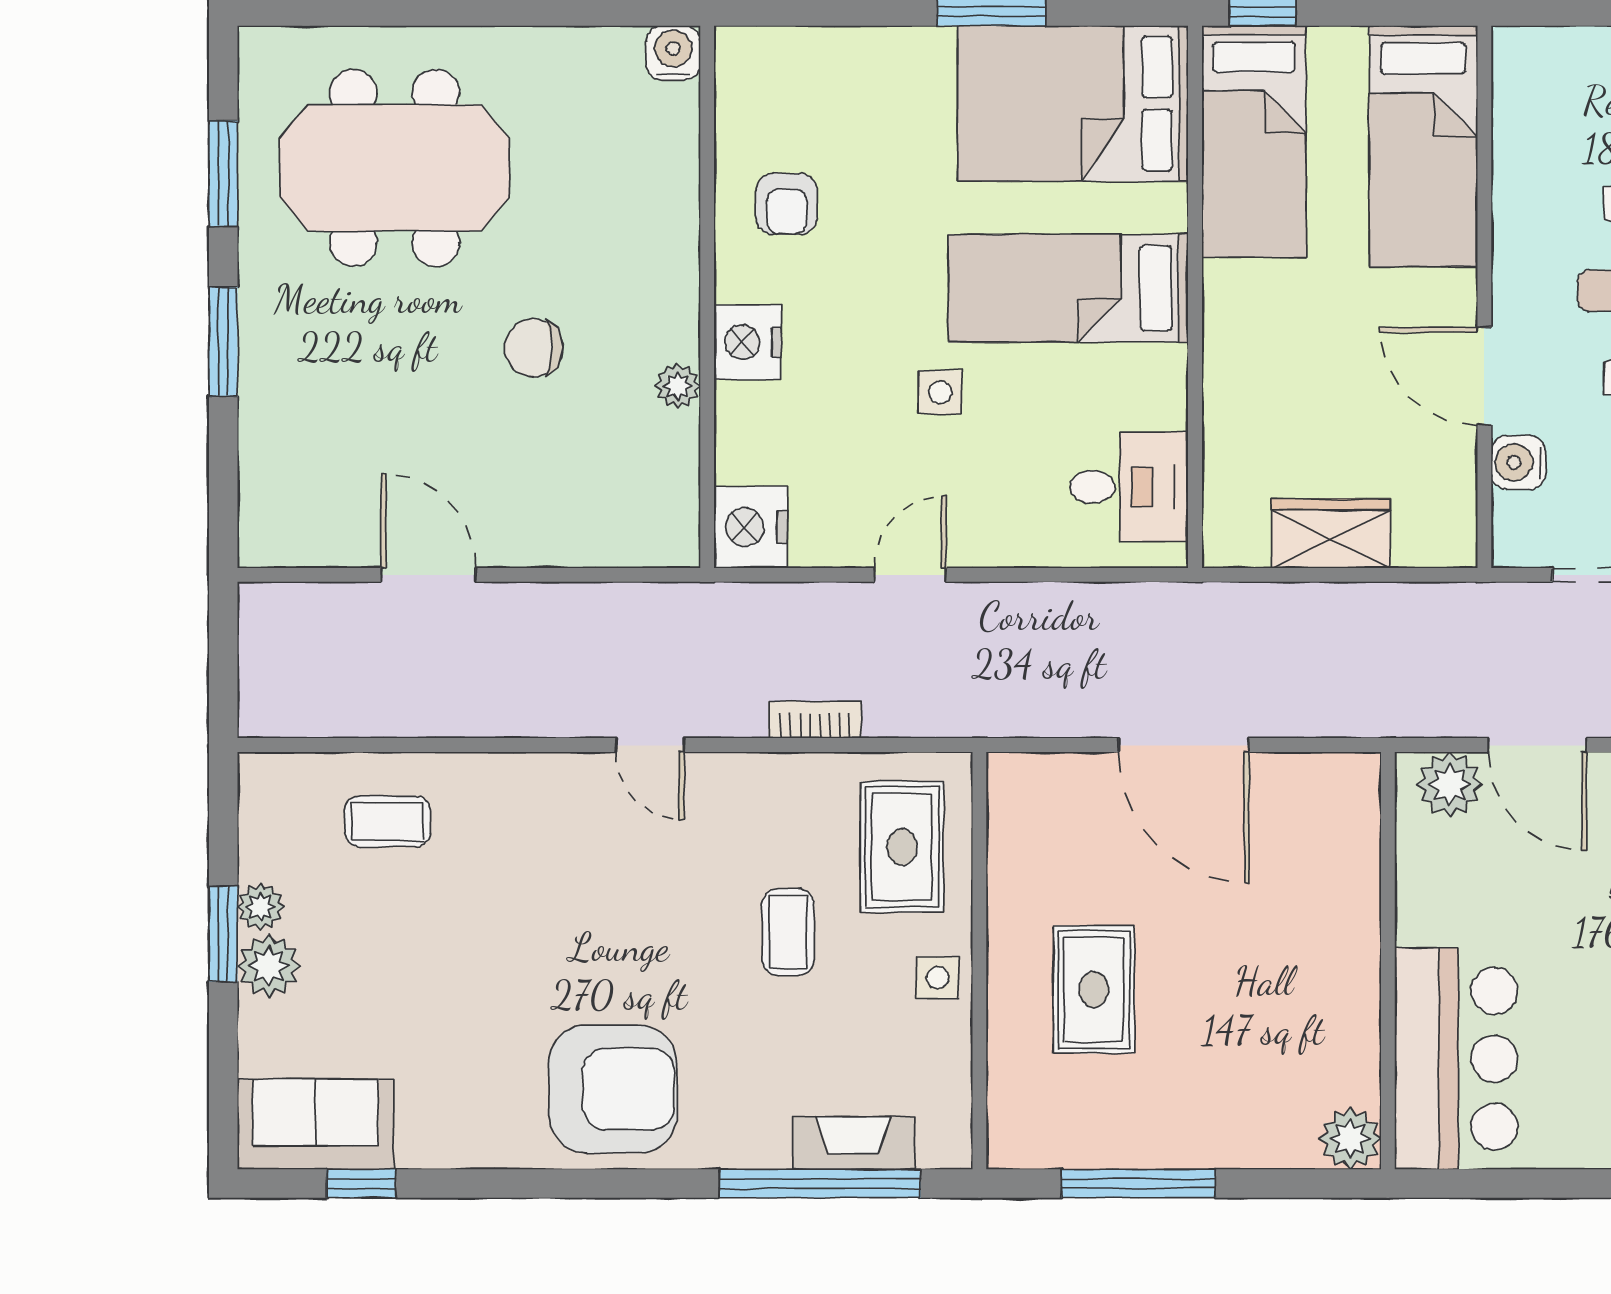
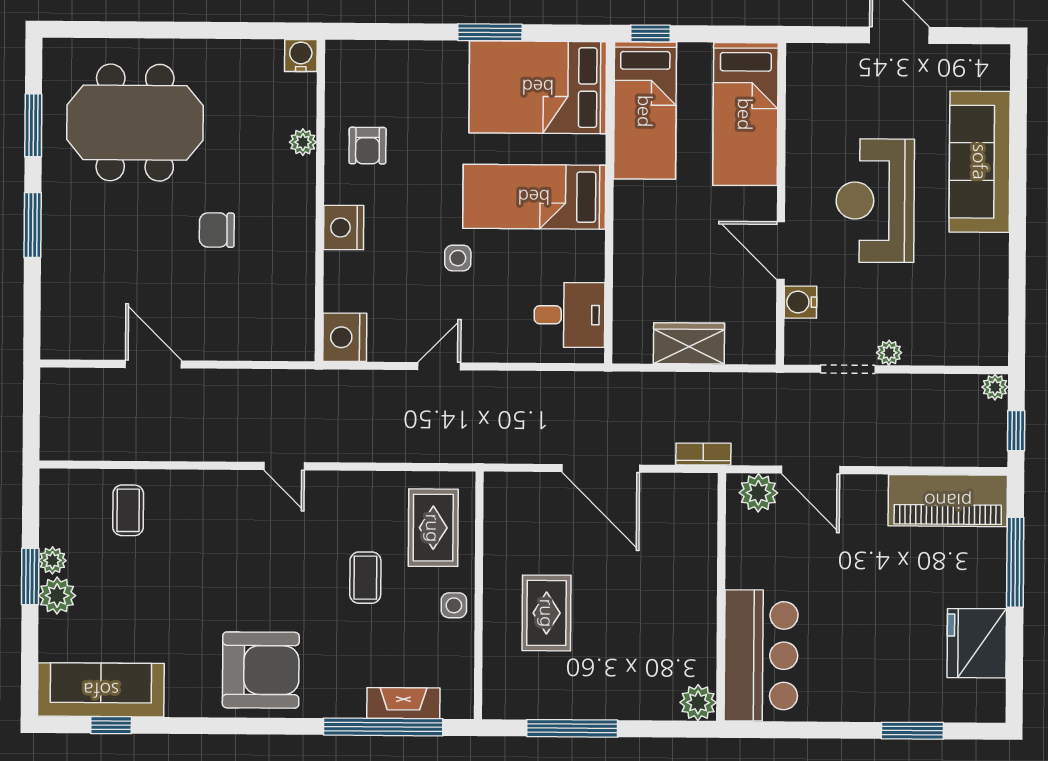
plant: (678, 386) -> (303, 142), moved
bookcase: (815, 720) -> (703, 454), moved
coffee table: (387, 821) -> (128, 510), turned 90
sofa: (316, 1124) -> (101, 690), width x1.36

